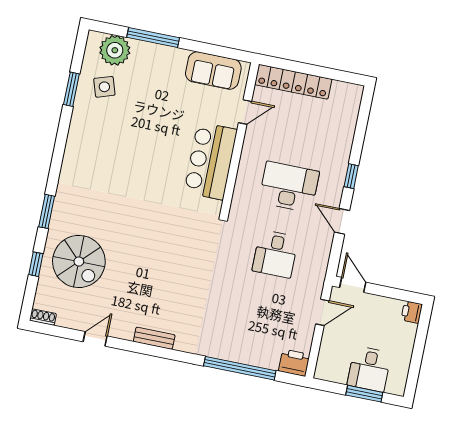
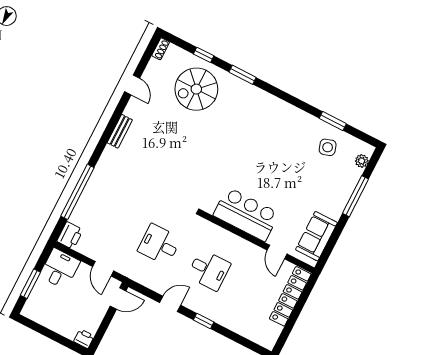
plant: (115, 50) -> (362, 161), width x0.53, depth x0.53
desk: (289, 187) -> (209, 270), width x0.73
desk: (369, 369) -> (60, 269), moved, turned 90

